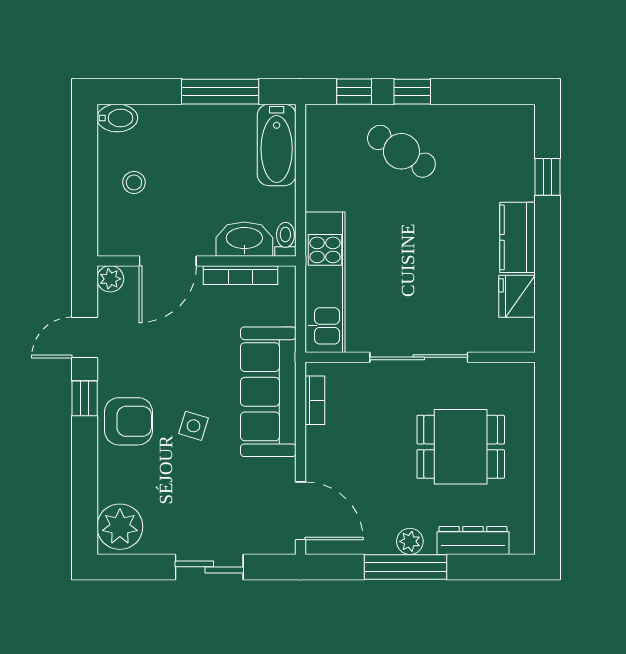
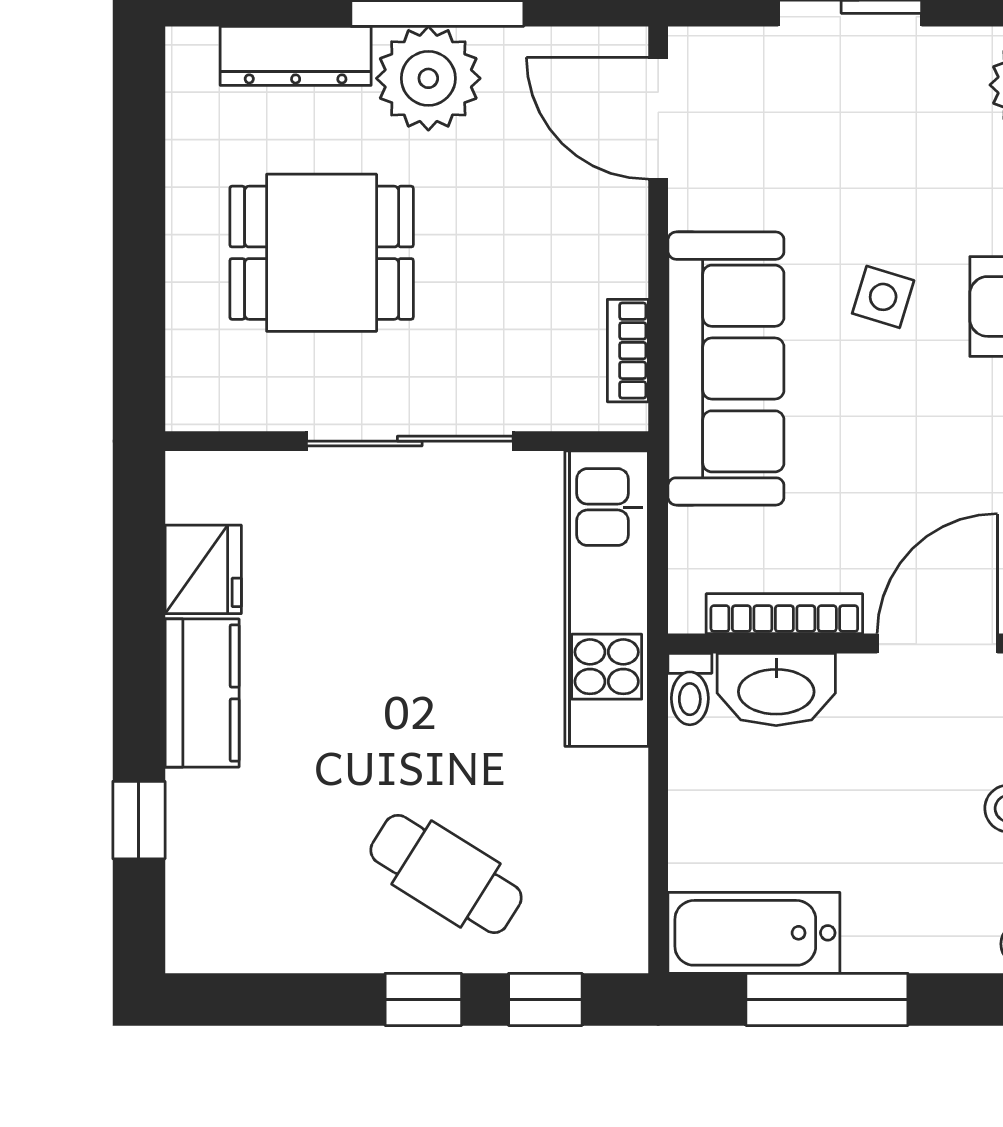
bathtub: (277, 145) -> (754, 933), moved, turned -90
plant: (410, 541) -> (428, 78), width x1.87, depth x1.87

